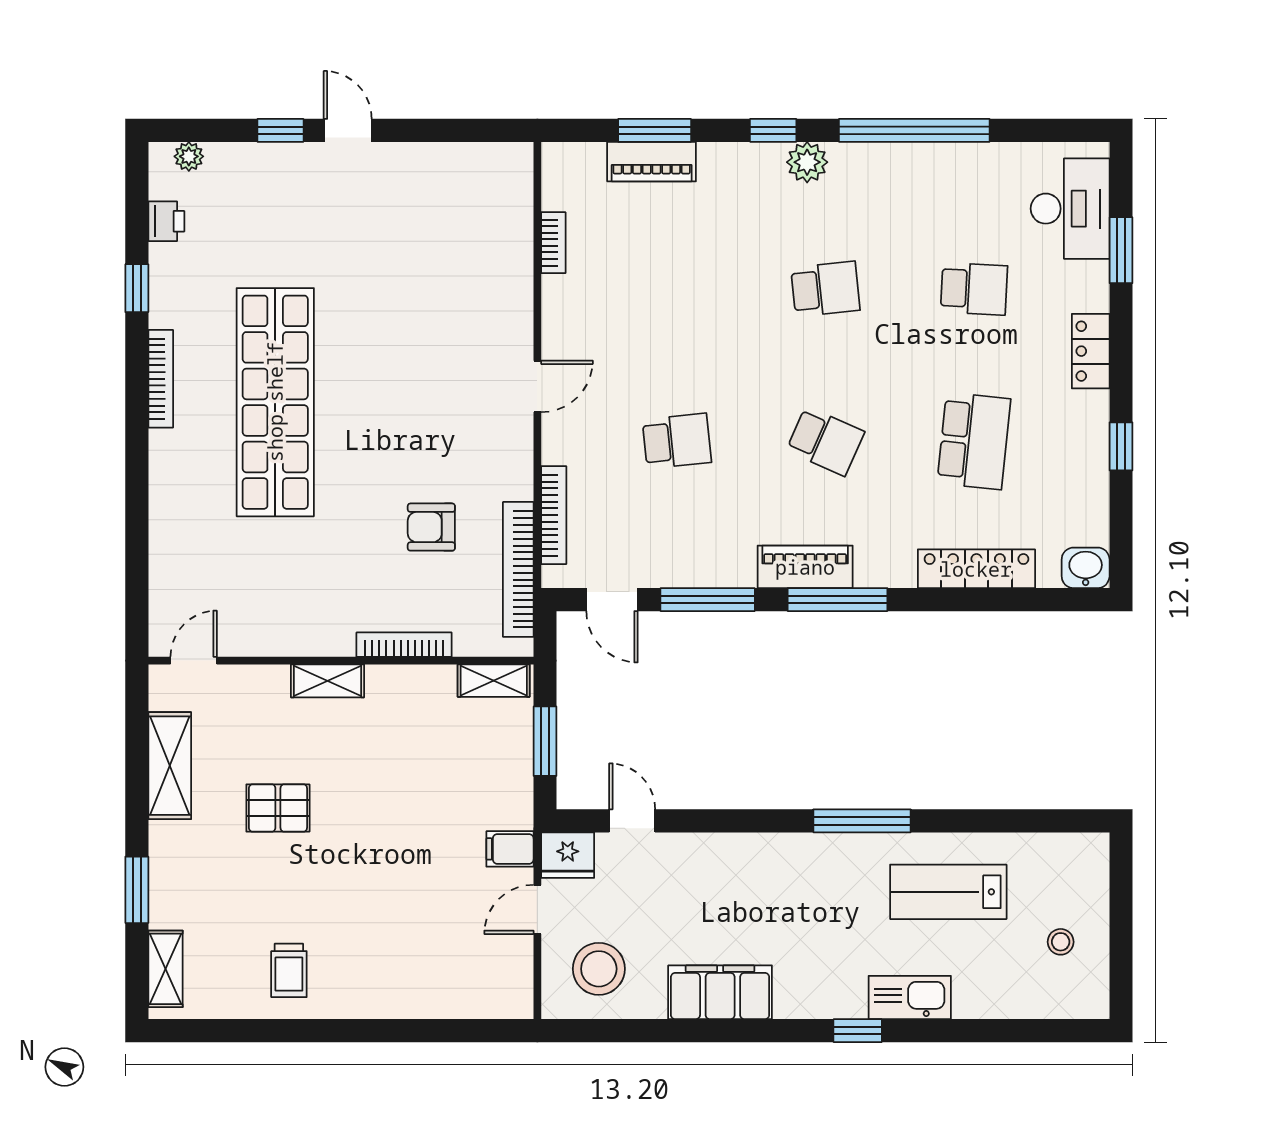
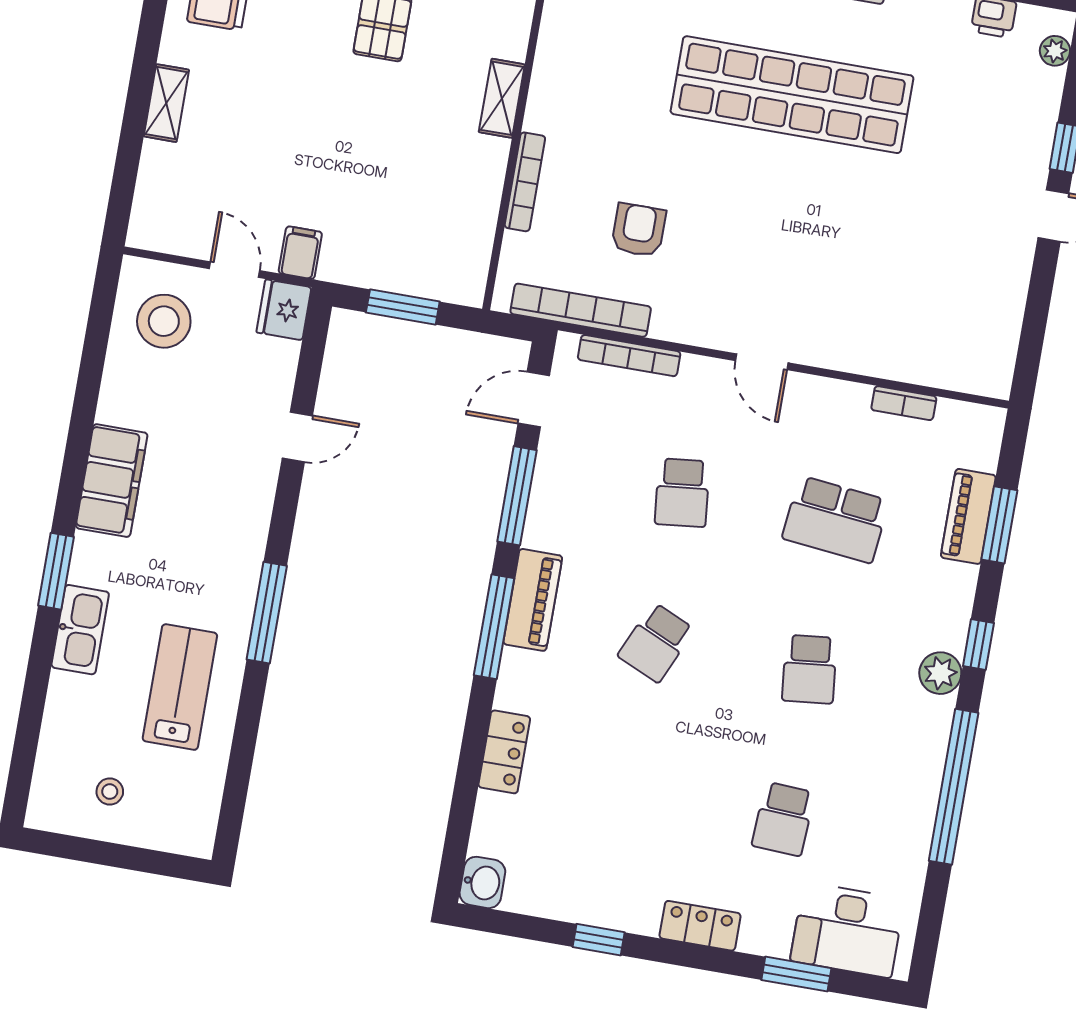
school desk: (974, 441) -> (836, 519), moved
locker: (976, 569) -> (504, 752), width x0.66
shelving: (494, 681) -> (166, 103), moved
door: (632, 821) -> (297, 437), moved
filing cabinet: (720, 992) -> (112, 481), moved
window: (858, 1031) -> (56, 571), width x1.50

